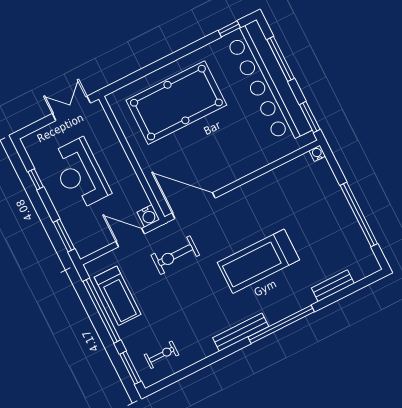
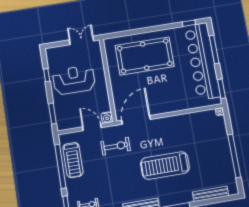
reception desk: (80, 174) -> (74, 80), turned 90
door: (194, 206) -> (136, 120), hinge flipped
exercise bike: (175, 255) -> (116, 146), turned 180
bench: (333, 286) -> (211, 194), width x1.36

